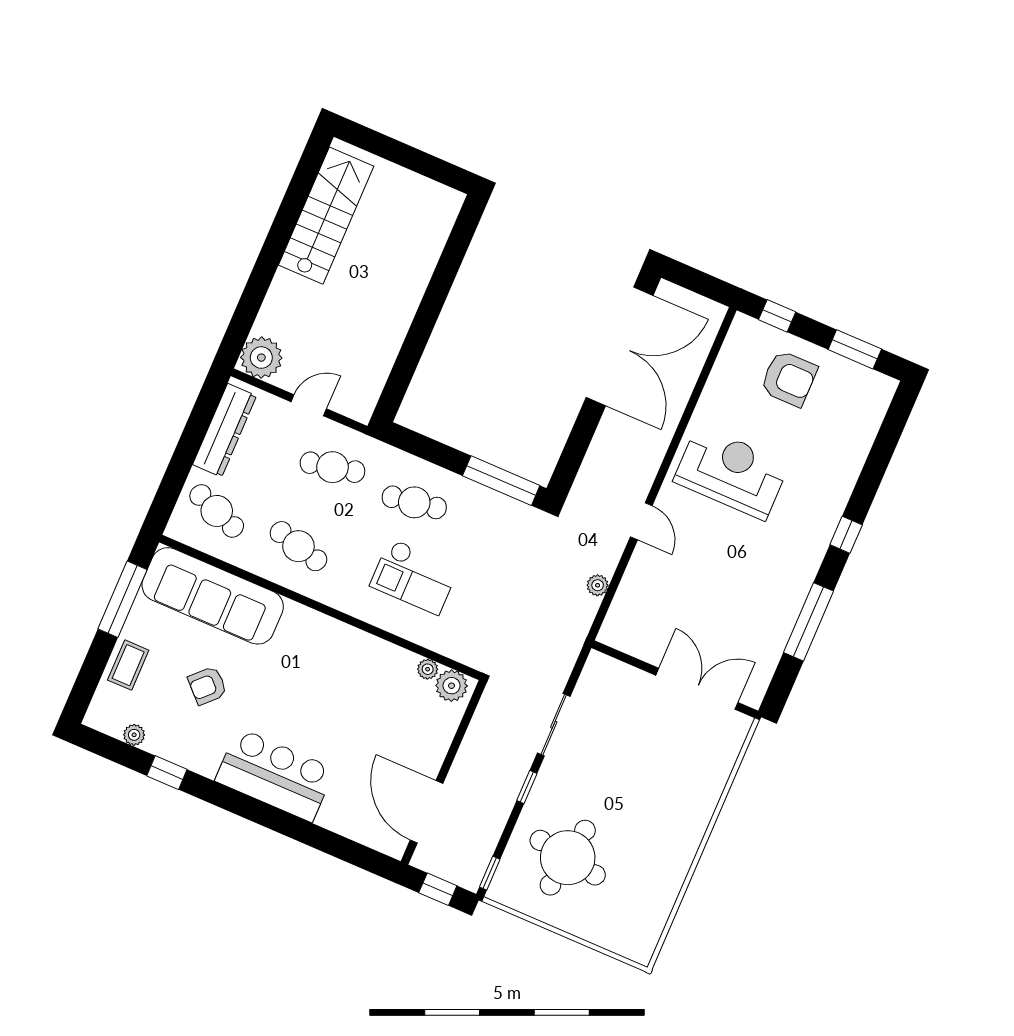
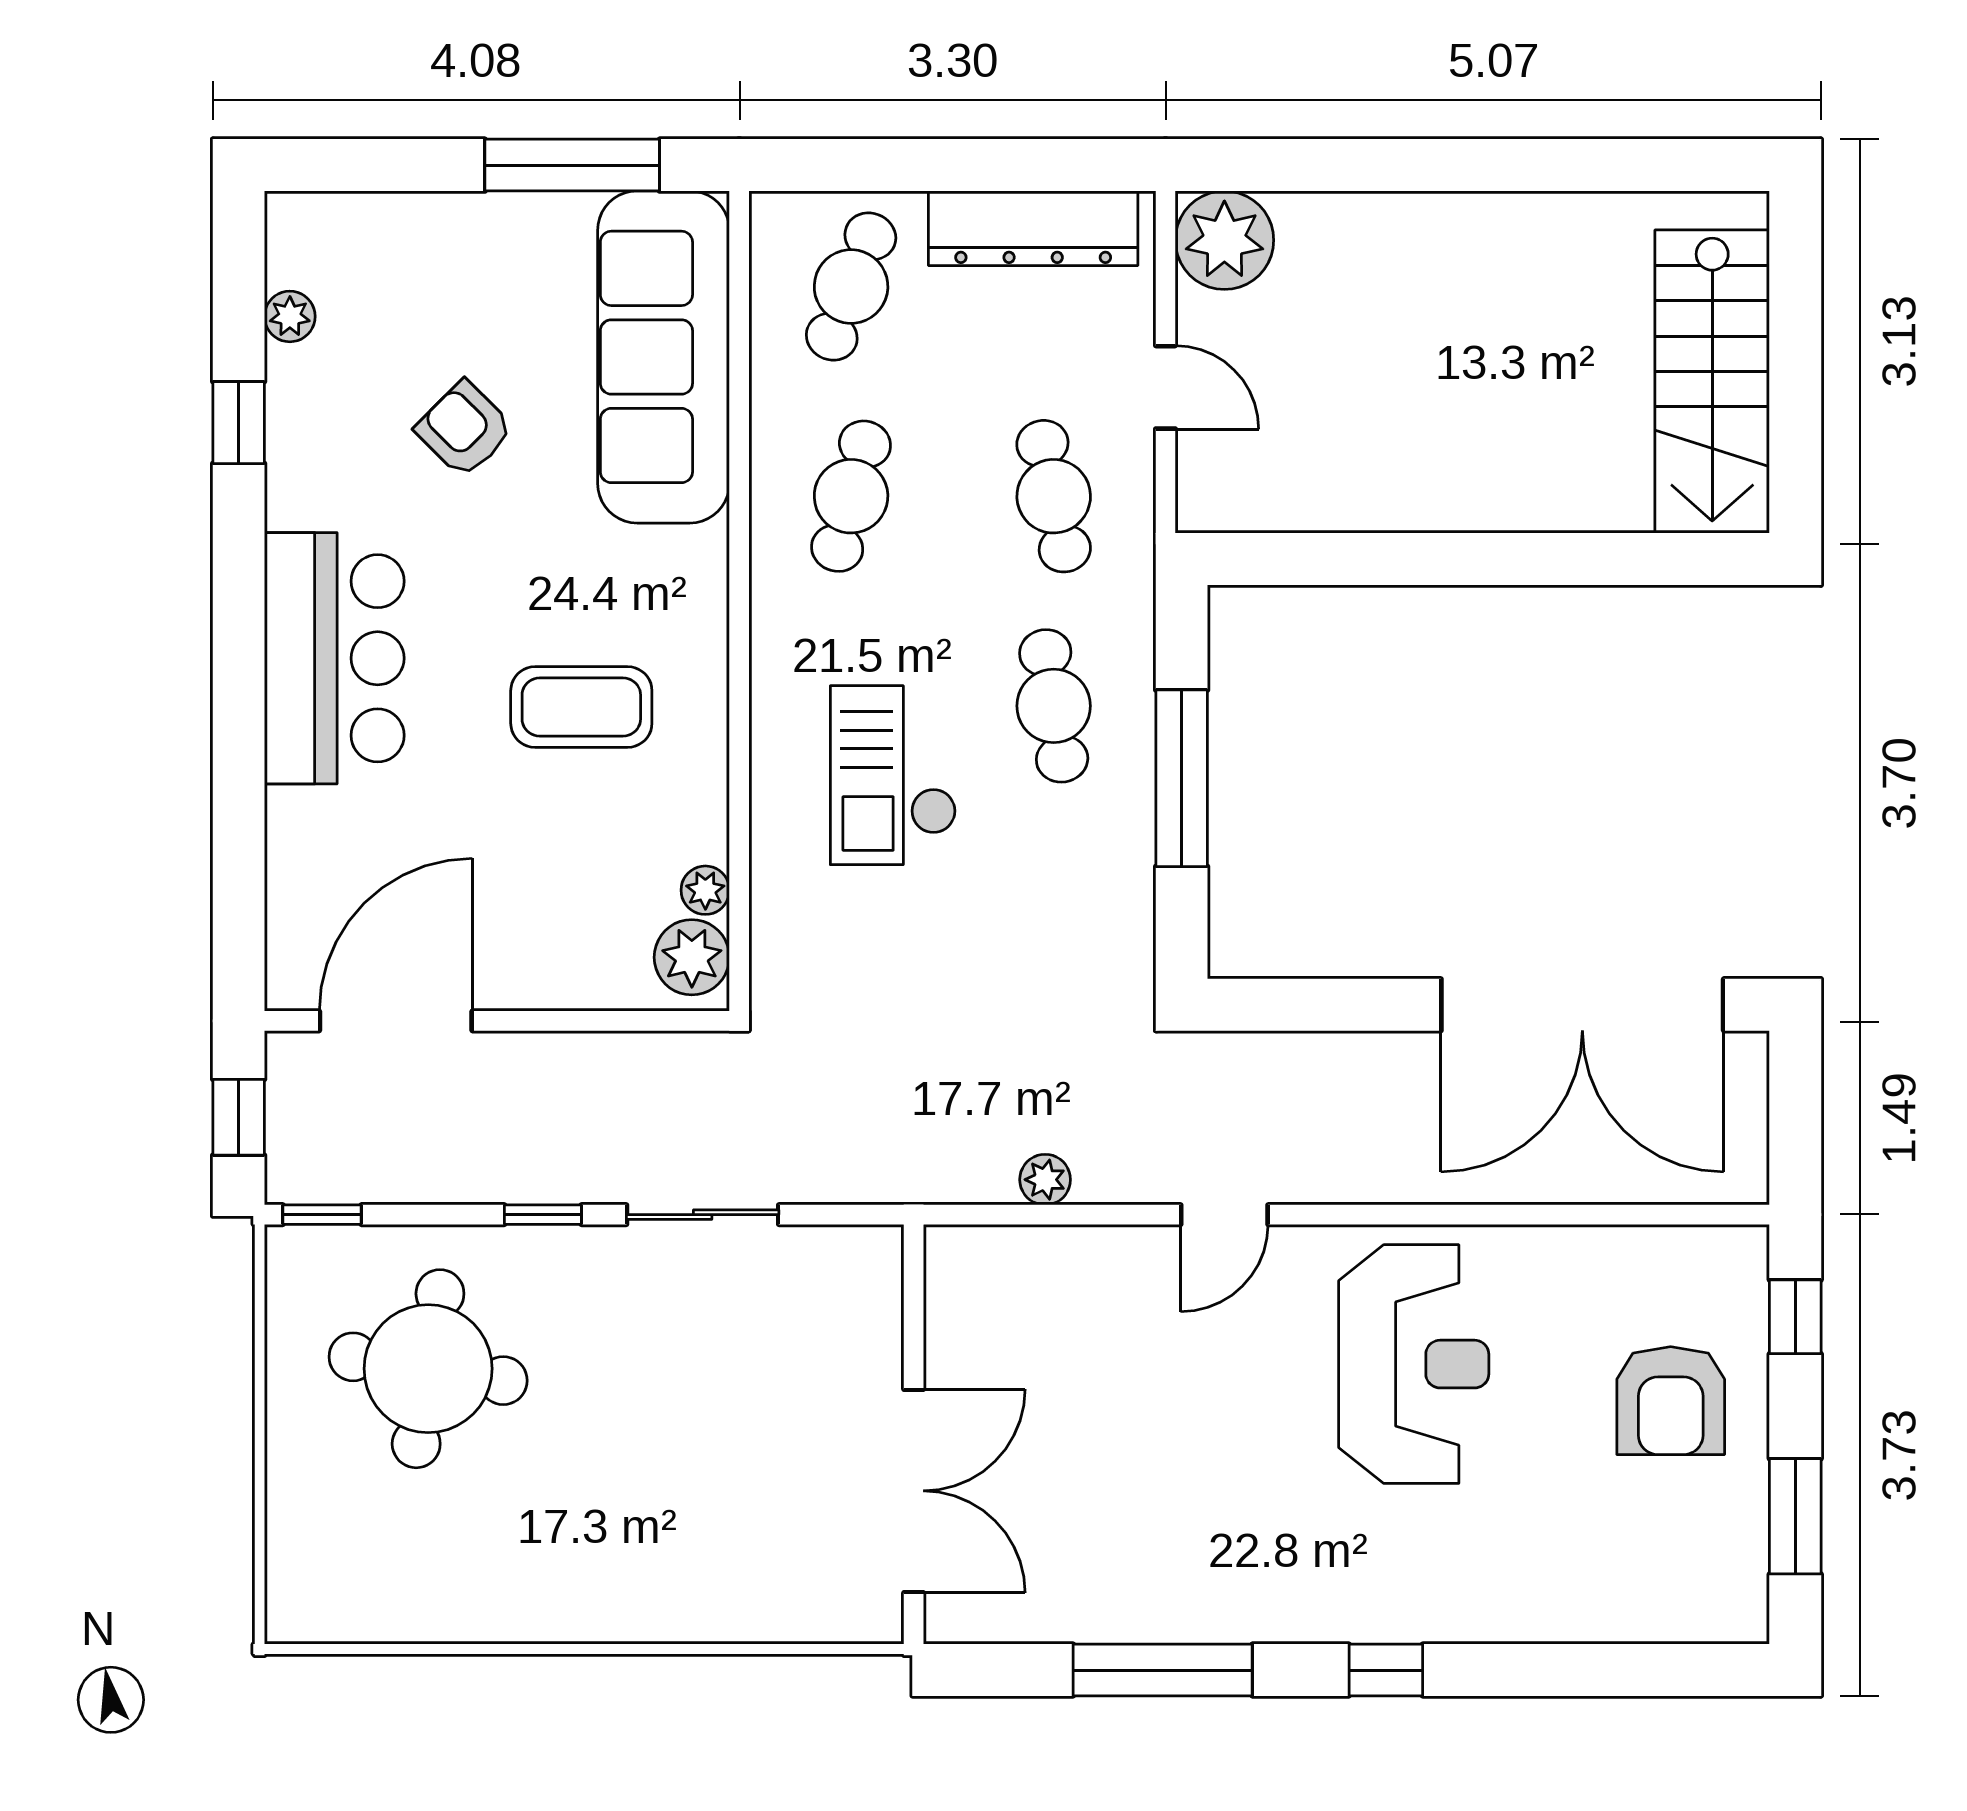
stairs: (326, 216) -> (1712, 382), moved, turned 90
window: (501, 481) -> (1182, 778), moved
coffee table: (128, 665) -> (581, 707), moved, width x1.36, depth x1.30

